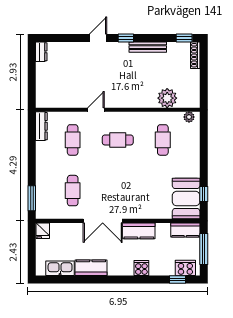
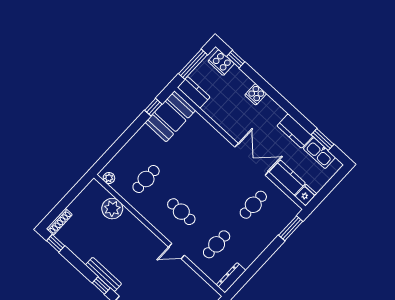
bench: (148, 47) -> (103, 274), moved
kitchen counter: (139, 231) -> (287, 178), moved
window: (67, 280) -> (323, 140), added

